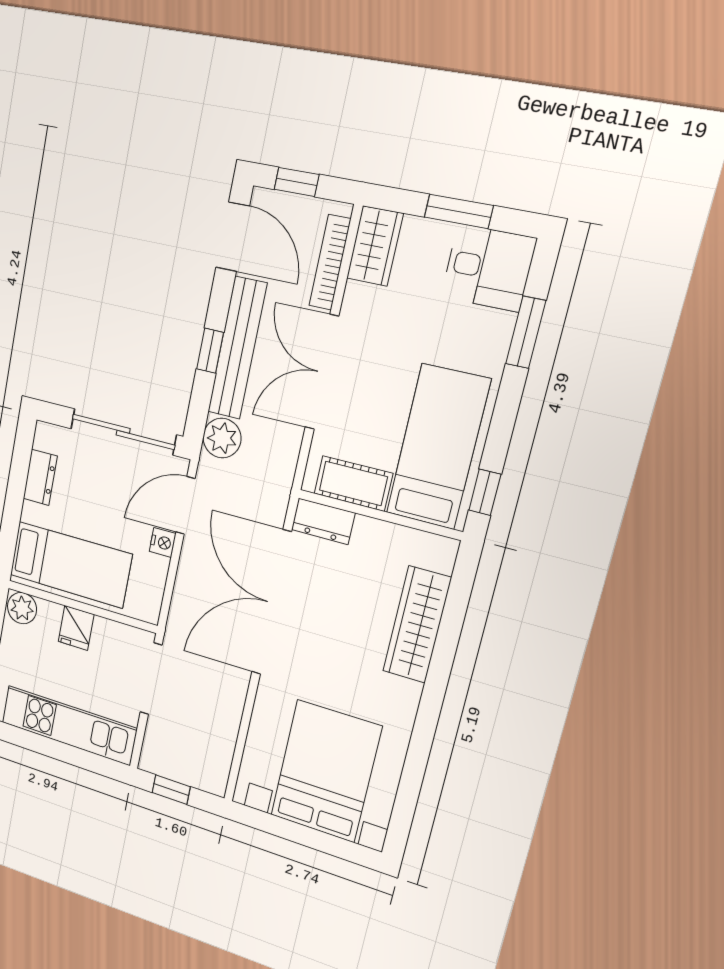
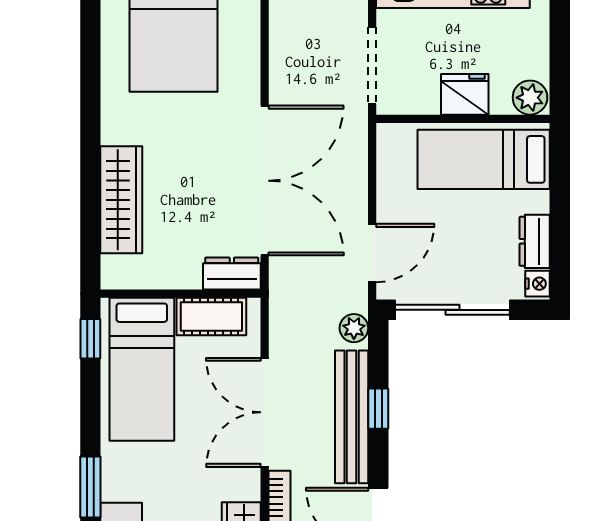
double door: (322, 372) -> (265, 412), swing flipped
plant: (222, 438) -> (354, 328), width x0.73, depth x0.73
nightstand: (163, 543) -> (537, 284), moved, turned 180
fridge: (76, 628) -> (465, 94), width x1.38

